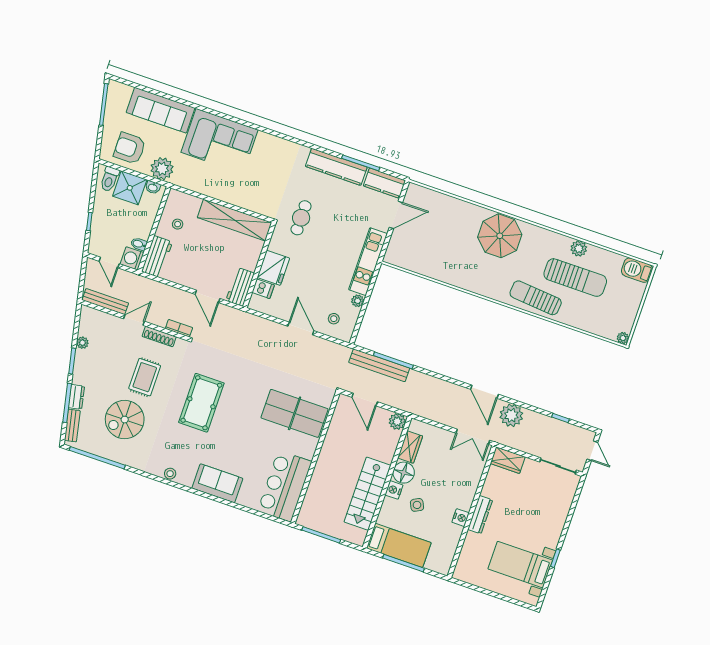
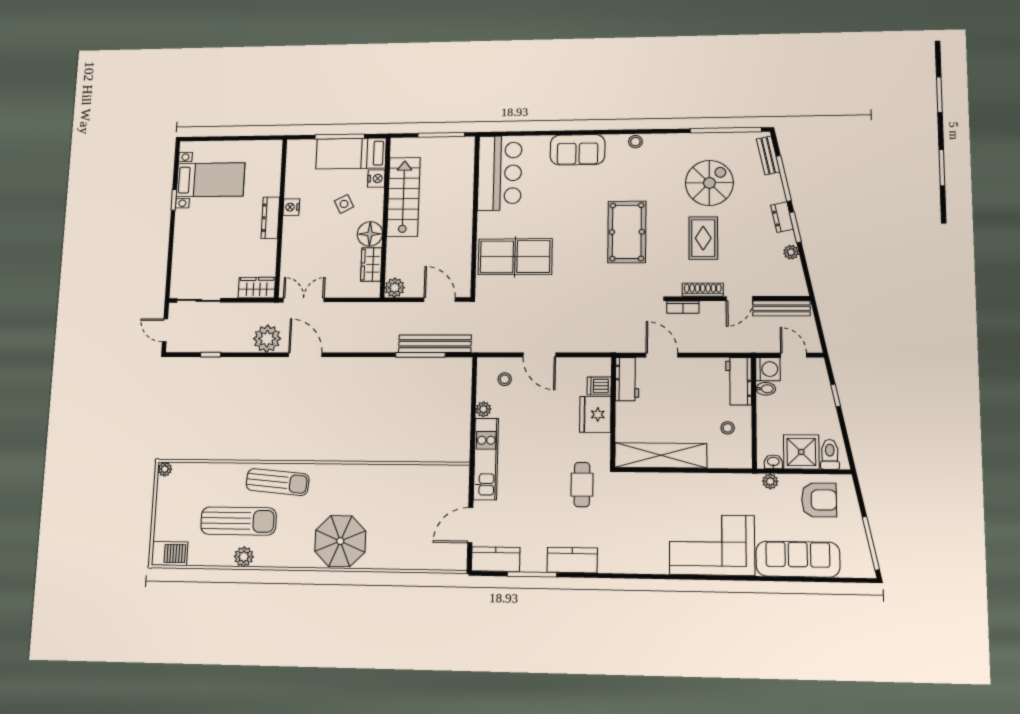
kitchen counter: (336, 167) -> (572, 560), width x0.67
plant: (162, 169) -> (770, 481), width x0.53, depth x0.53
sun lounger: (575, 278) -> (238, 521), turned 180
dresser: (76, 397) -> (782, 217), moved
nightstand: (394, 490) -> (376, 179), moved

